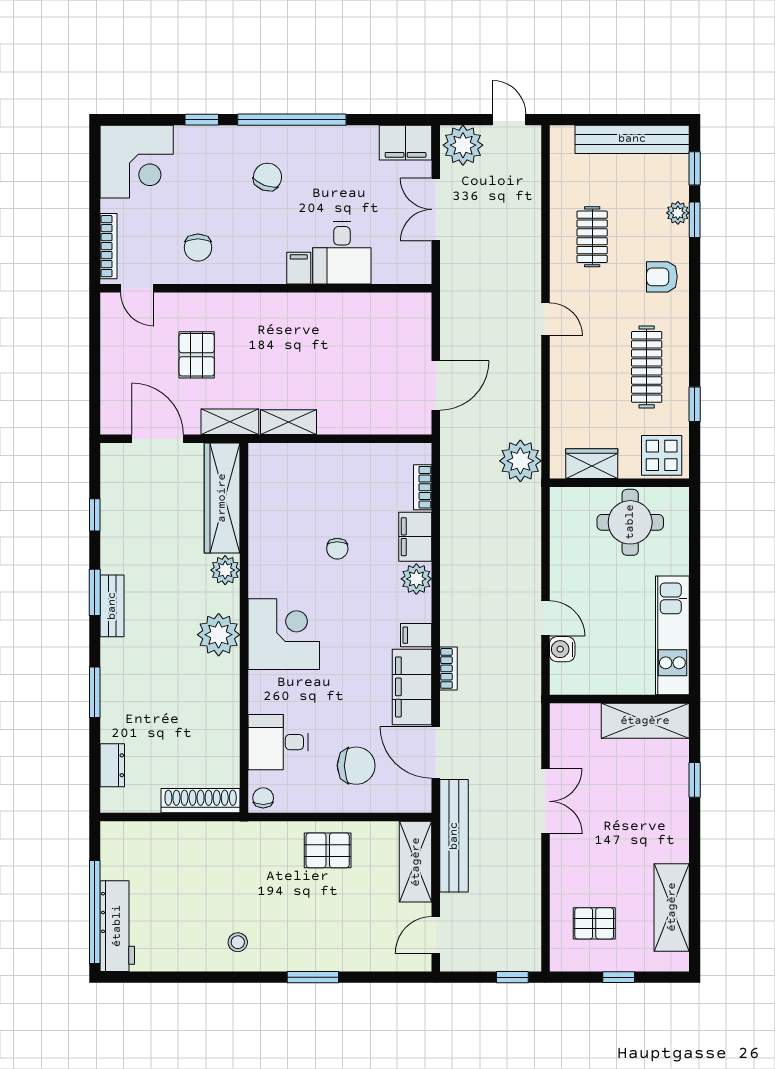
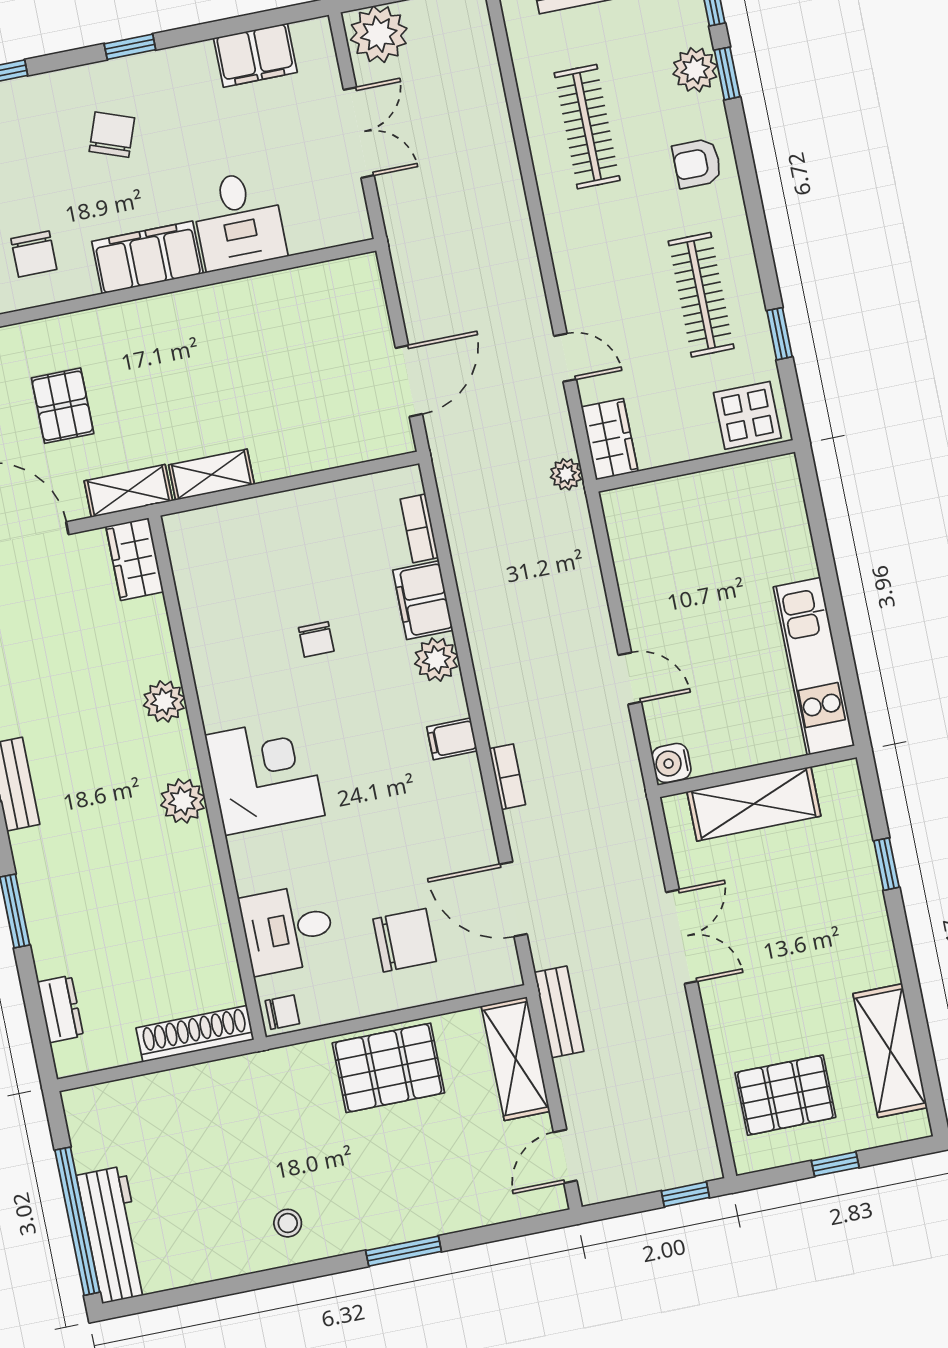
window: (292, 120) -> (130, 47), width x0.32
filing cabinet: (406, 143) -> (255, 55), moved
double door: (436, 209) -> (359, 133), swing flipped
plant: (678, 213) -> (695, 70), width x1.38, depth x1.38
clothes rail: (592, 237) -> (587, 127), width x1.36
filing cabinet: (299, 268) -> (147, 257), width x3.00, depth x1.17
door: (545, 319) -> (565, 358), moved
plant: (520, 461) -> (566, 474), width x0.53, depth x0.53
wardrobe: (592, 464) -> (610, 439), moved, turned 90
wardrobe: (222, 498) -> (135, 559), width x0.48, depth x0.85
round table: (630, 522) -> (722, 519), removed
plant: (219, 635) -> (183, 801), width x0.73, depth x0.73
water cooler: (562, 649) -> (671, 763), moved
filing cabinet: (412, 687) -> (461, 813), removed
shelving: (645, 721) -> (754, 804), moved
chair: (263, 798) -> (282, 1012), turned 90
bench: (454, 836) -> (559, 1012), width x0.54, depth x0.82
pallet: (328, 850) -> (388, 1068), width x1.50, depth x1.42
pallet: (594, 923) -> (785, 1095), width x1.50, depth x1.42

